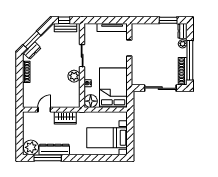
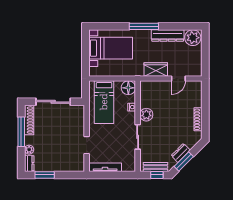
window: (32, 40) -> (184, 161), moved
dresser: (32, 51) -> (181, 153), moved
window: (190, 60) -> (21, 132), width x0.68
bed: (113, 88) -> (104, 102), width x0.67
window: (48, 158) -> (144, 26), moved

